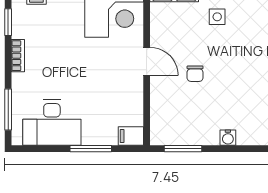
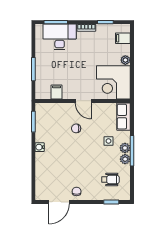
door: (147, 61) -> (83, 101), hinge flipped
desk: (52, 123) -> (60, 37), moved, turned 90
filing cabinet: (131, 136) -> (57, 92), moved

